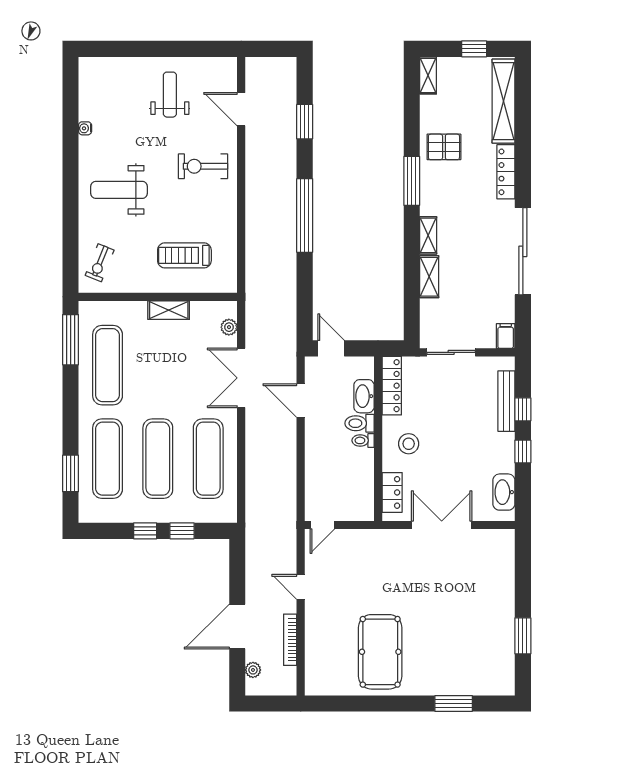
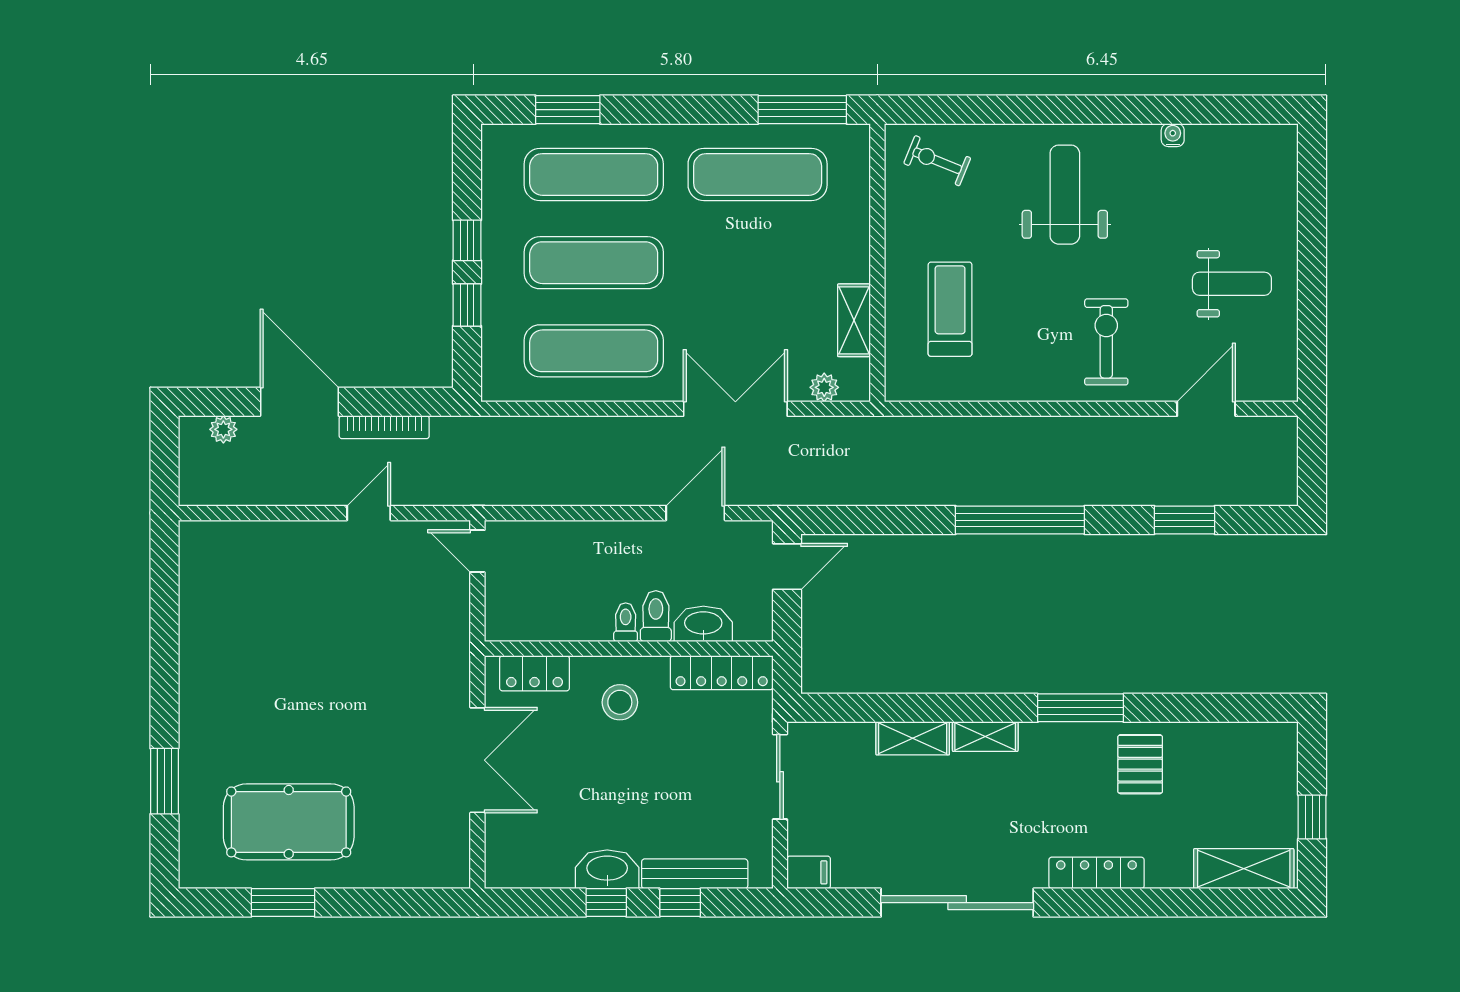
shelving: (428, 75) -> (1266, 736), removed
shelving: (504, 101) -> (1244, 869), width x0.68
shelving: (169, 310) -> (854, 320), moved
washbasin: (504, 492) -> (607, 869), moved
bookcase: (290, 640) -> (384, 427), moved, turned 180
pool table: (380, 652) -> (289, 822), moved

